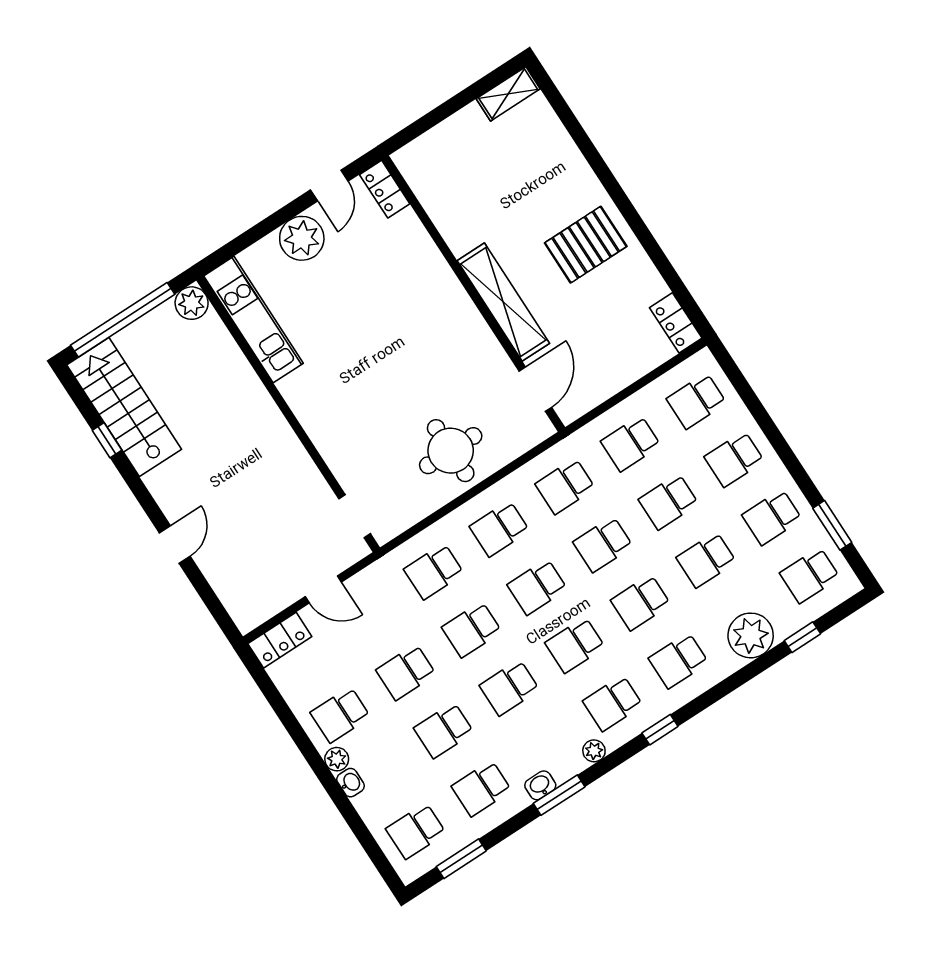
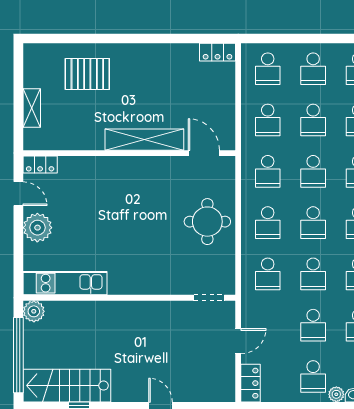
shelving: (508, 94) -> (32, 108), moved
pallet: (586, 245) -> (87, 74), moved, turned 90

